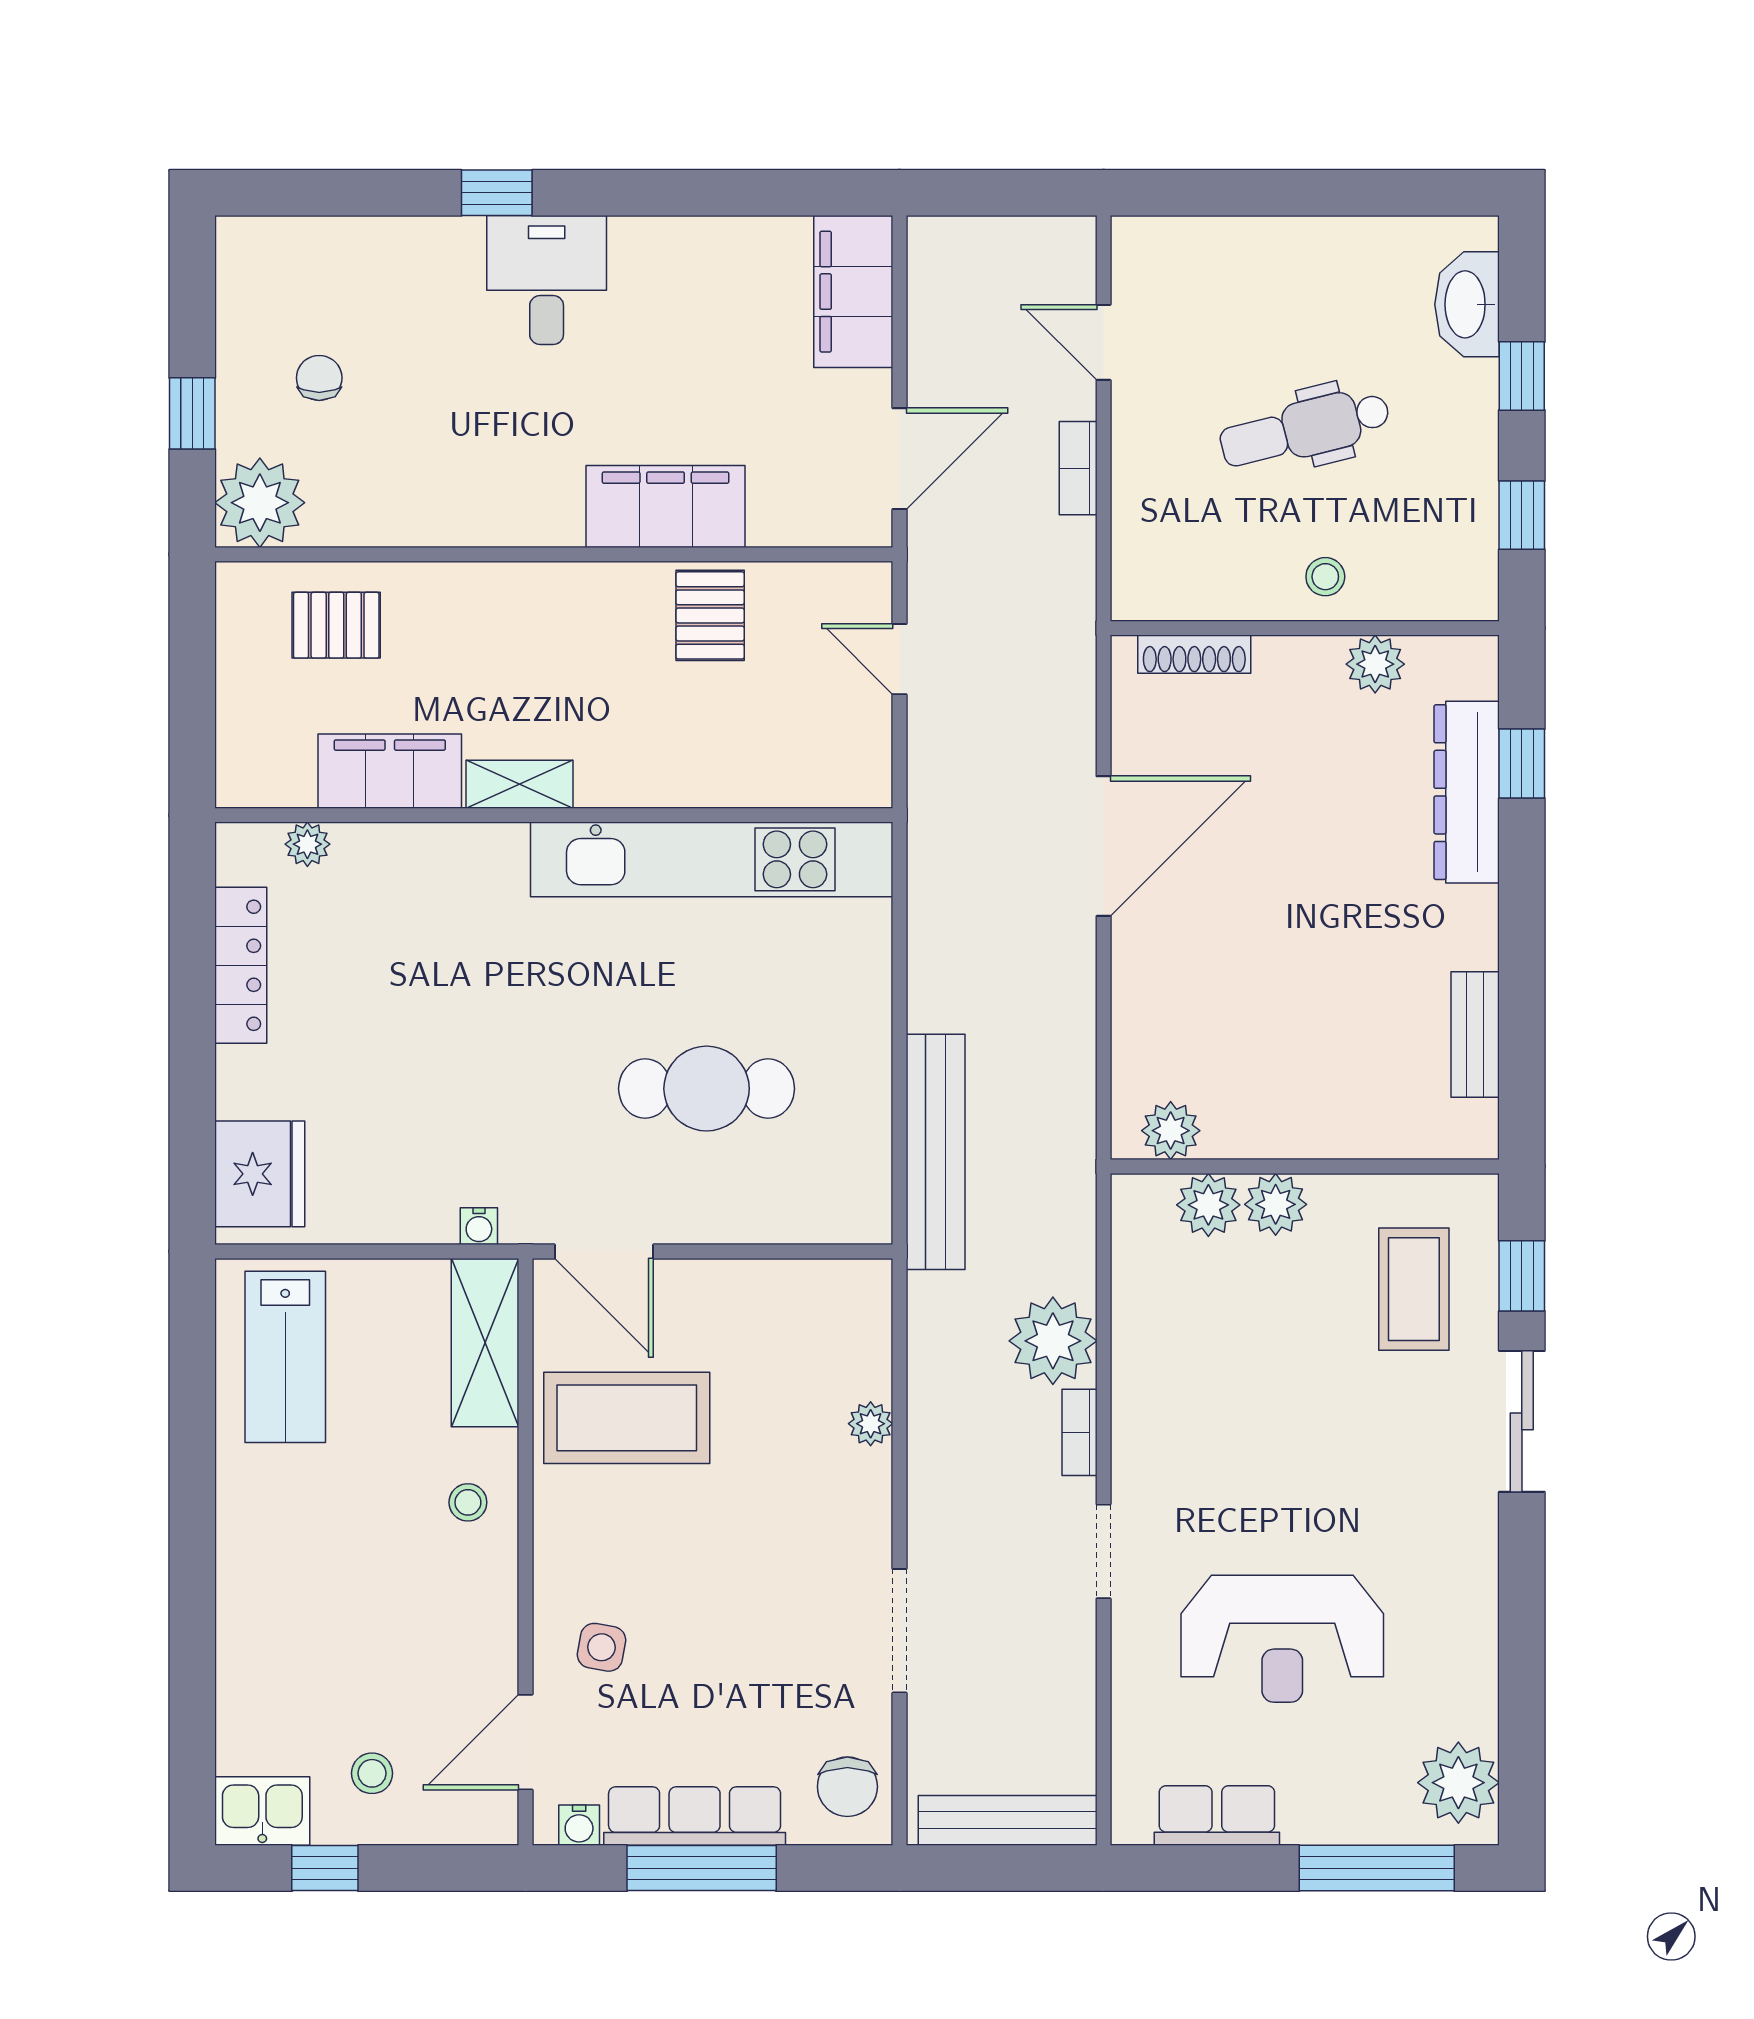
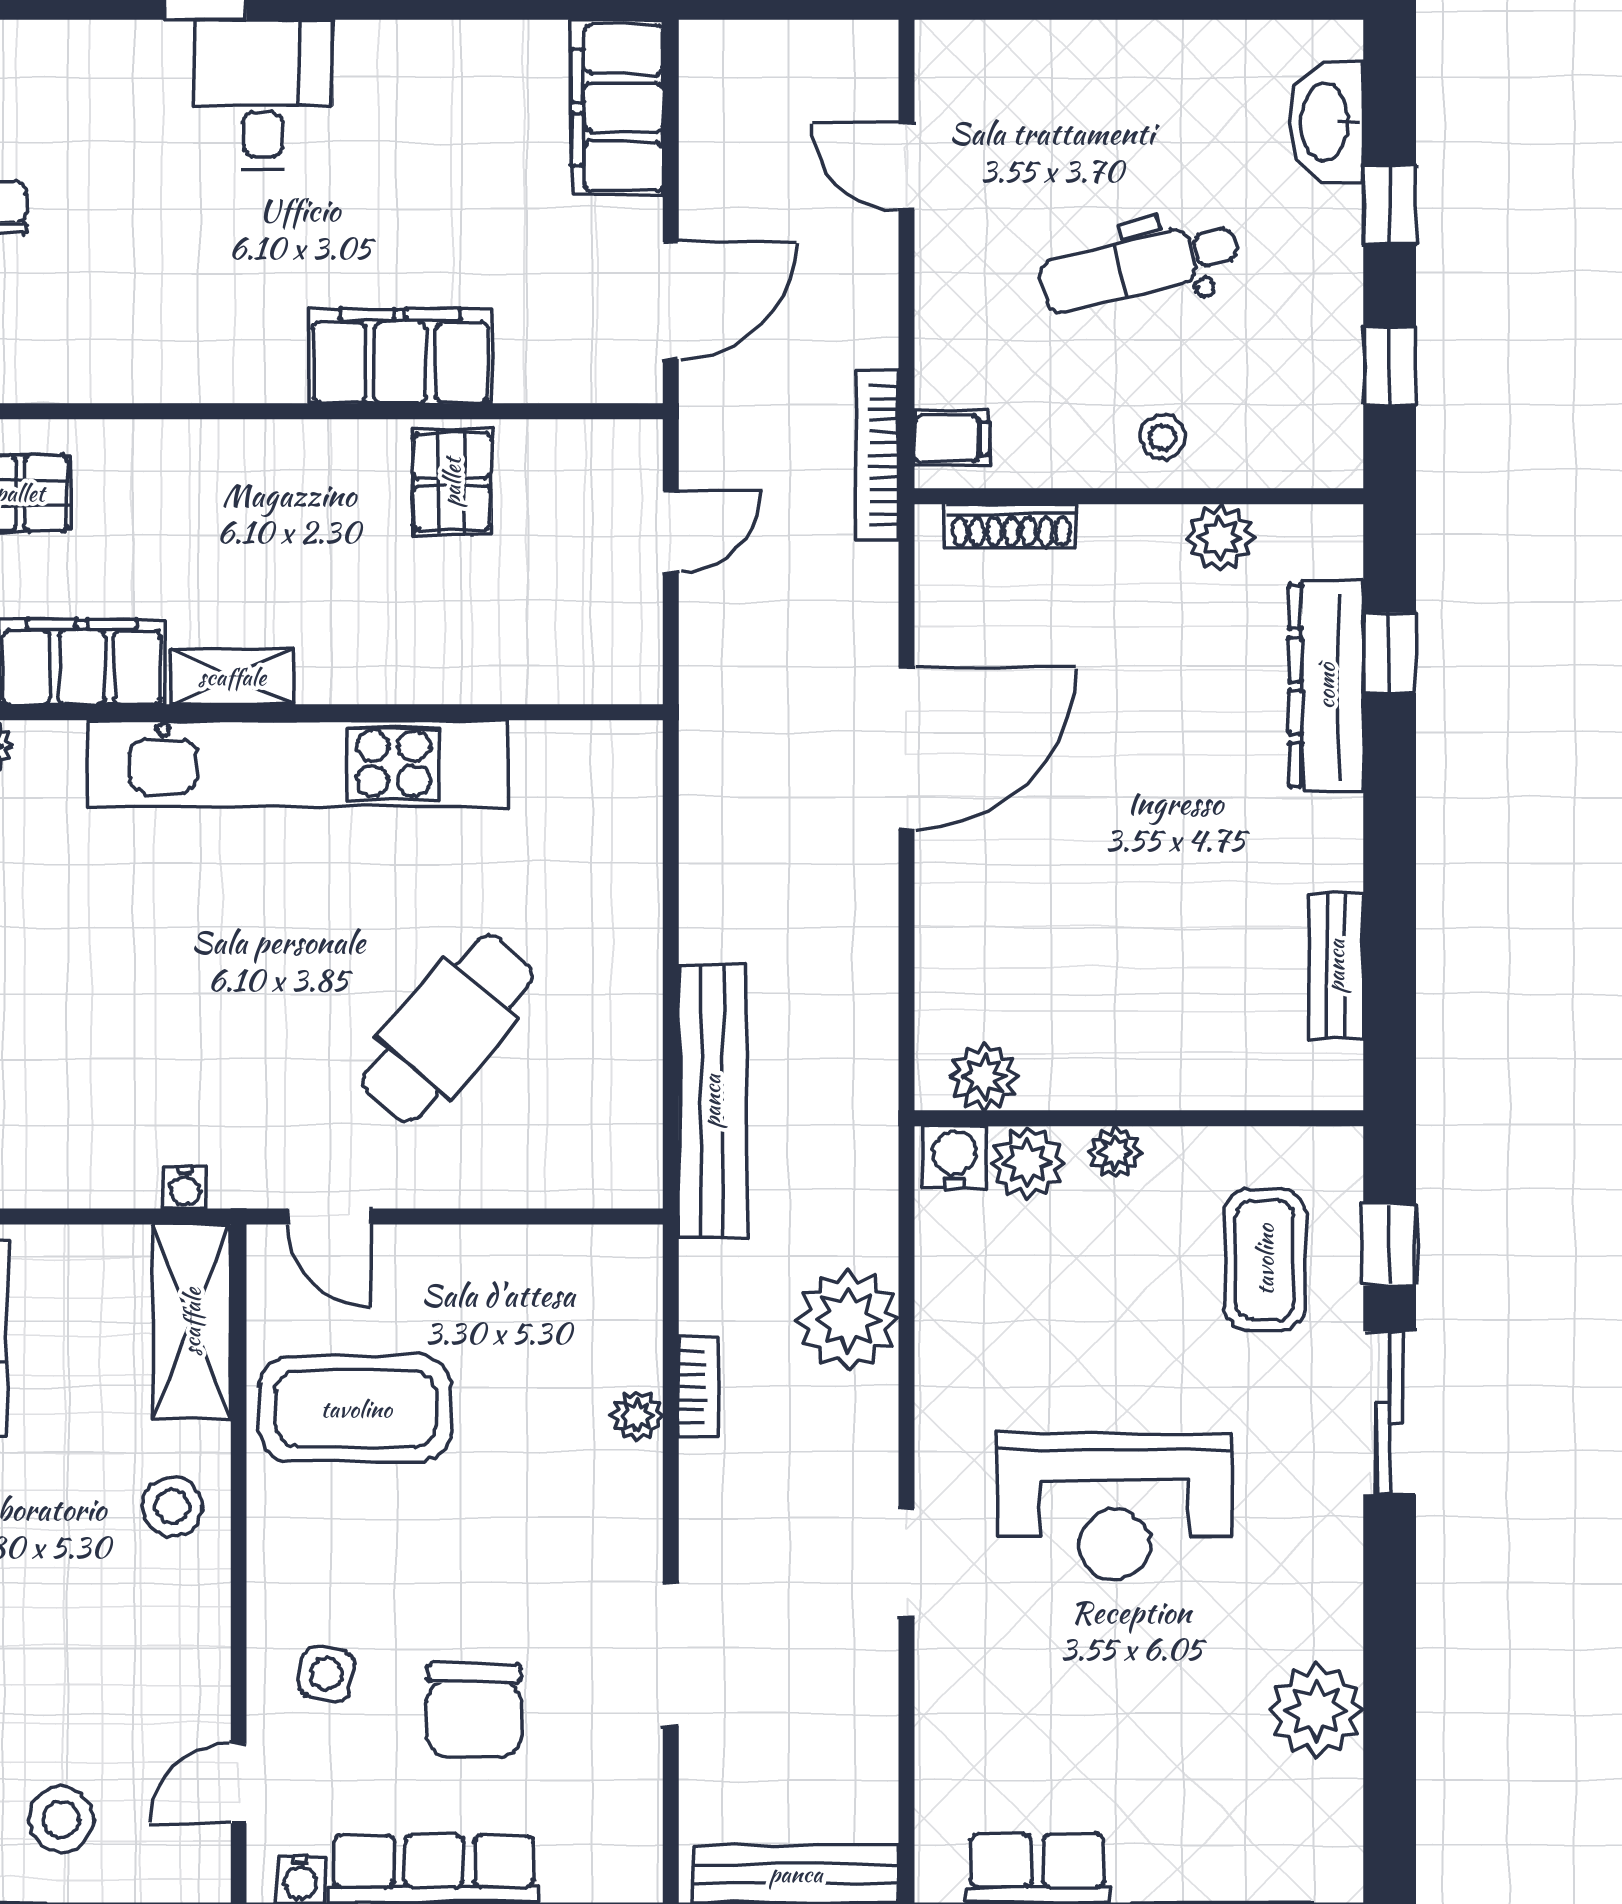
bookcase: (1078, 468) -> (877, 455), moved, width x1.56
filing cabinet: (1143, 578) -> (952, 438), added
door: (900, 659) -> (671, 532), swing flipped
kitchen unit: (712, 859) -> (297, 763), moved
cafe table: (707, 1089) -> (448, 1028), turned -50
water cooler: (1145, 1201) -> (954, 1158), added
plant: (1276, 1204) -> (1115, 1152), width x0.73, depth x0.73
door: (604, 1251) -> (329, 1217), width x0.73
bookcase: (1079, 1432) -> (699, 1387), moved, turned 180
stool: (468, 1502) -> (172, 1506), width x1.37, depth x1.37
reception desk: (1282, 1639) -> (1115, 1506), moved
door: (525, 1742) -> (239, 1783), width x0.73
stool: (372, 1773) -> (61, 1819), width x1.37, depth x1.37
plant: (1458, 1783) -> (1316, 1710), moved
chair: (847, 1787) -> (474, 1711), moved, width x1.37, depth x1.37

